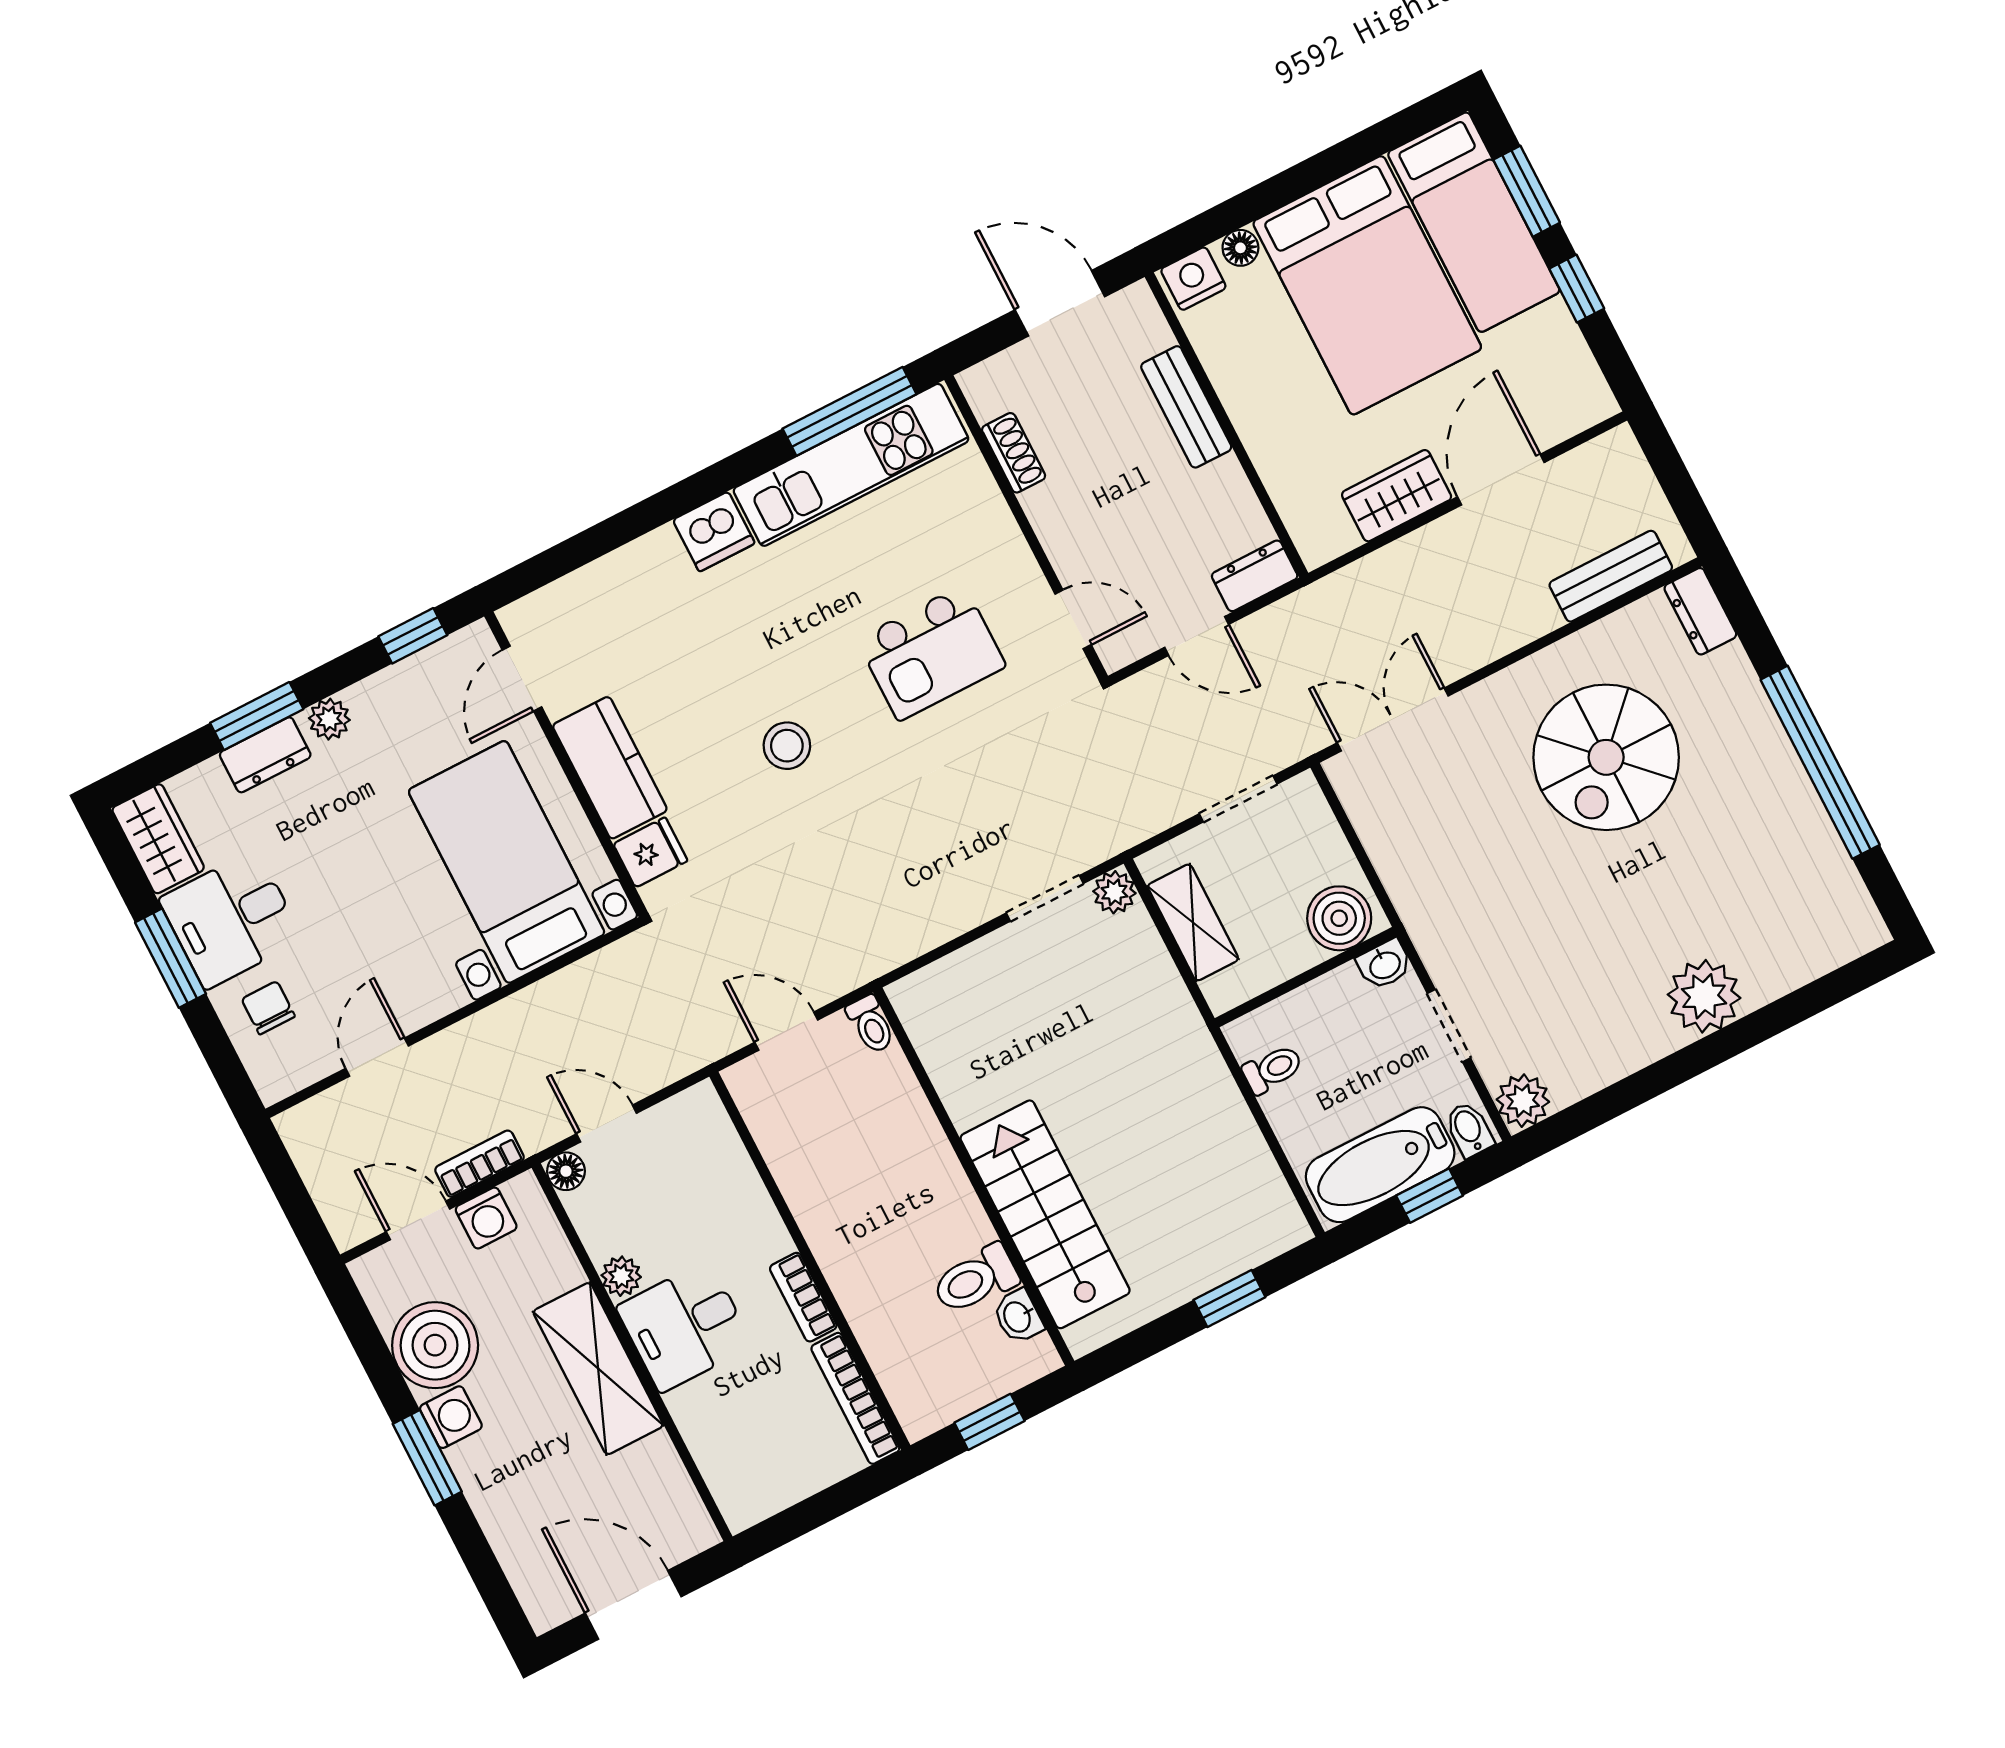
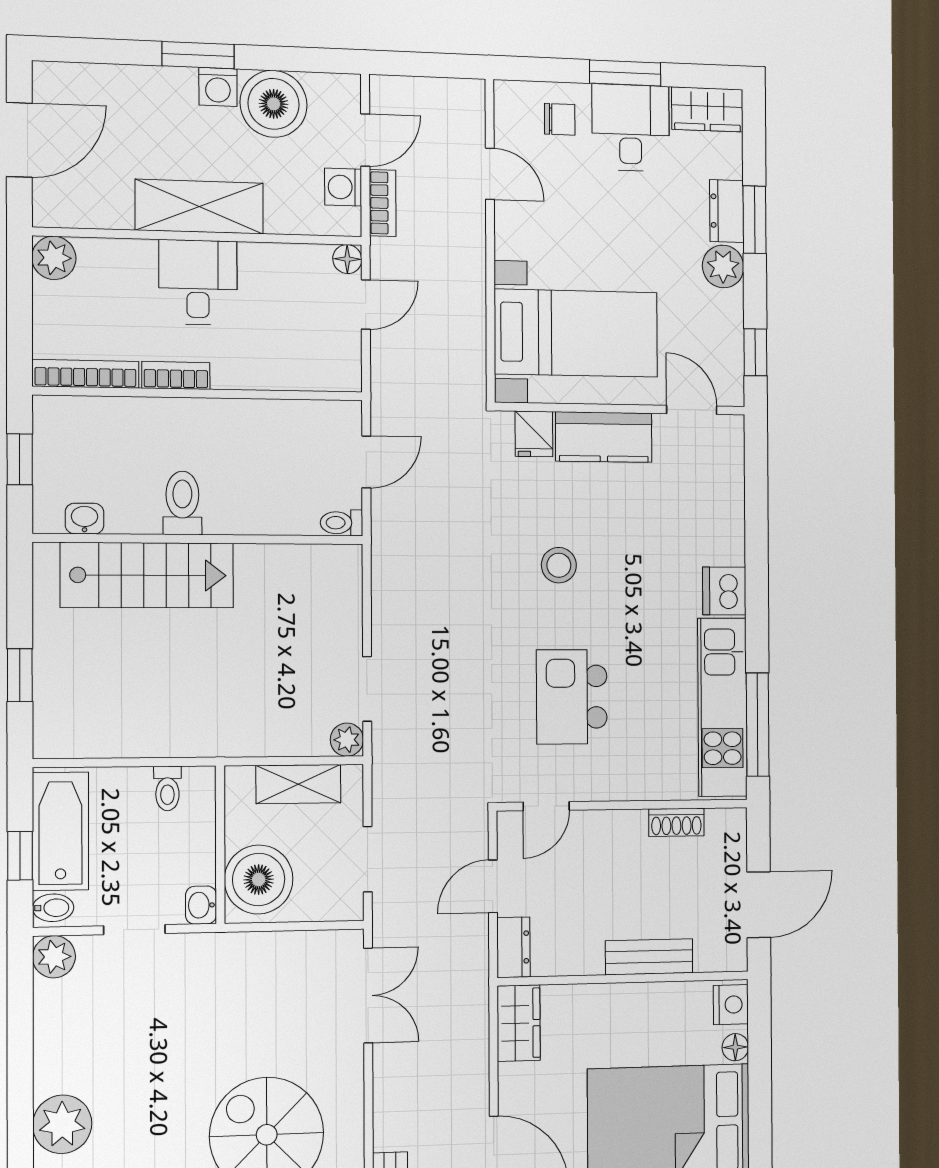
wardrobe: (1397, 496) -> (519, 1023), moved
plant: (329, 719) -> (723, 266), width x1.38, depth x1.38
boiler: (1339, 918) -> (259, 880), width x1.37, depth x1.37
plant: (621, 1276) -> (54, 258), moved, width x1.38, depth x1.38
toilet: (975, 1279) -> (182, 503), moved

